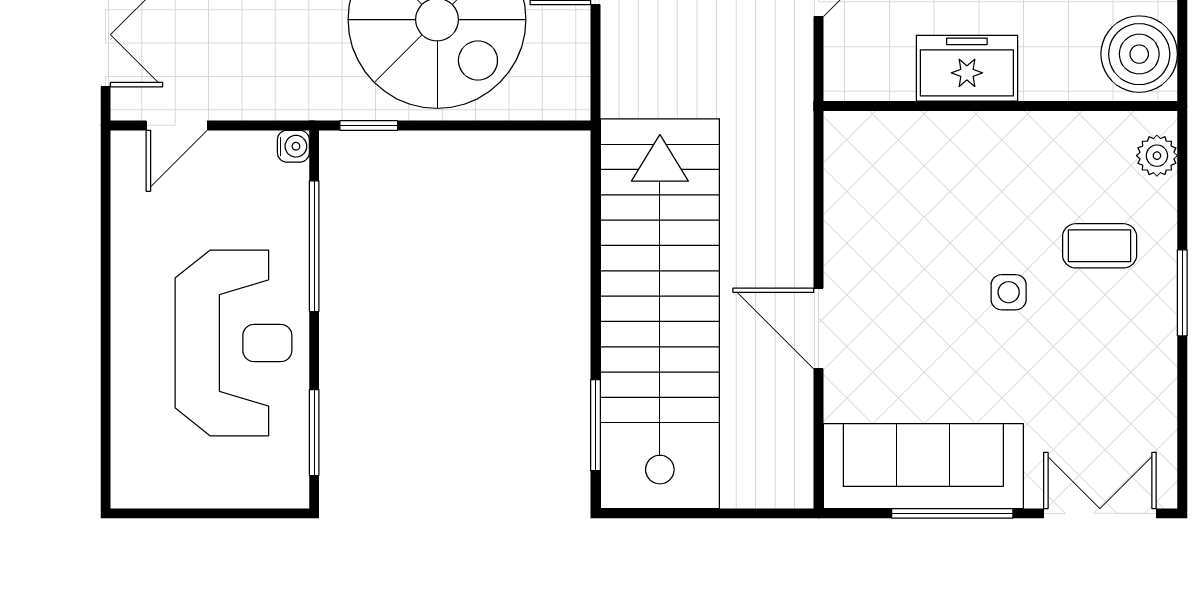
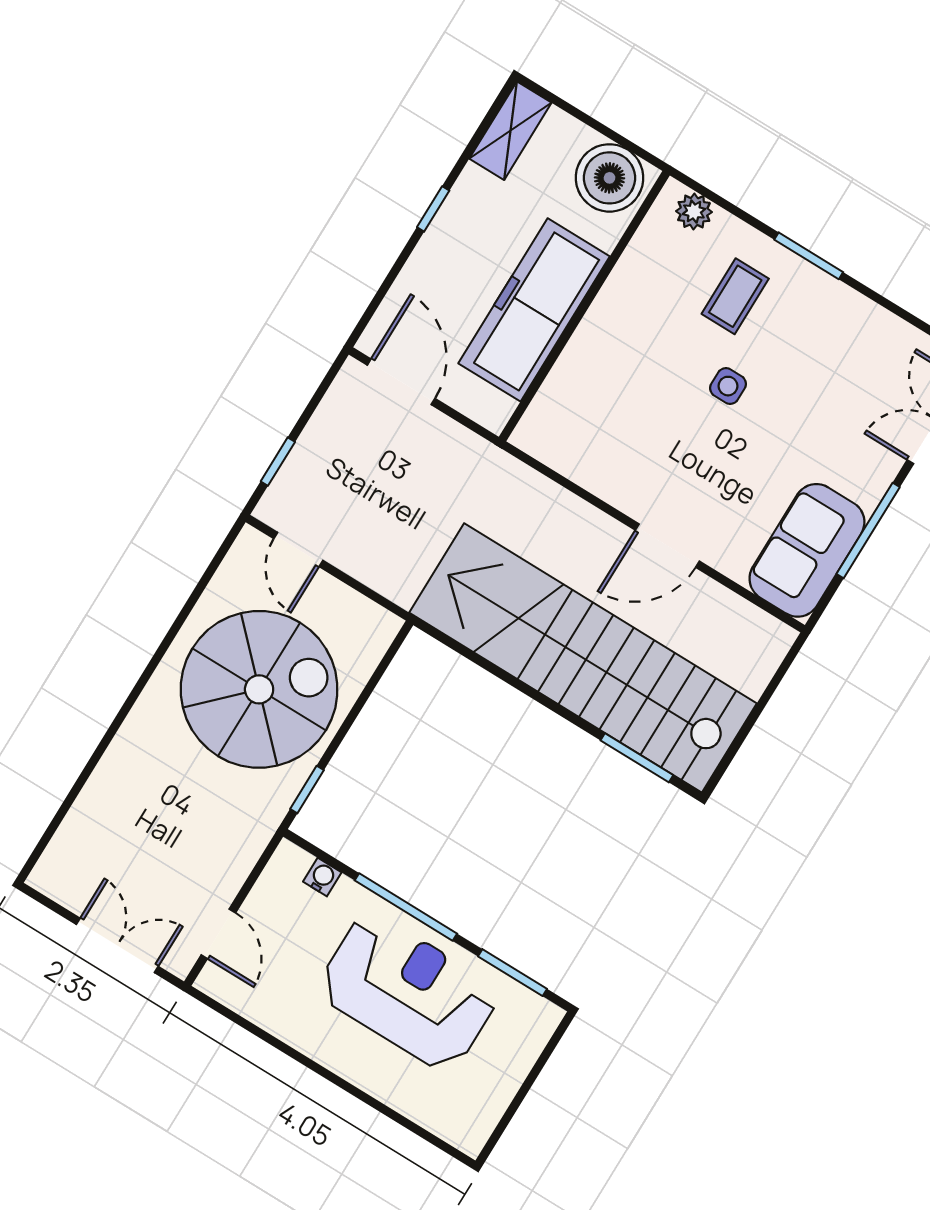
freezer: (967, 68) -> (534, 310), width x1.91, depth x1.26
water cooler: (293, 146) -> (322, 877), moved
window: (314, 246) -> (406, 907), moved
sofa: (923, 466) -> (807, 550), width x0.73

